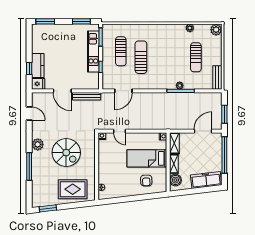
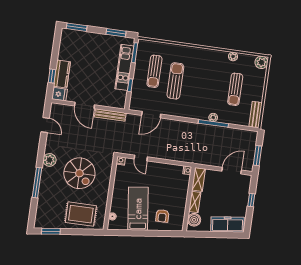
window: (224, 155) -> (251, 200), width x0.32
bed: (147, 158) -> (138, 209), moved, turned 83

